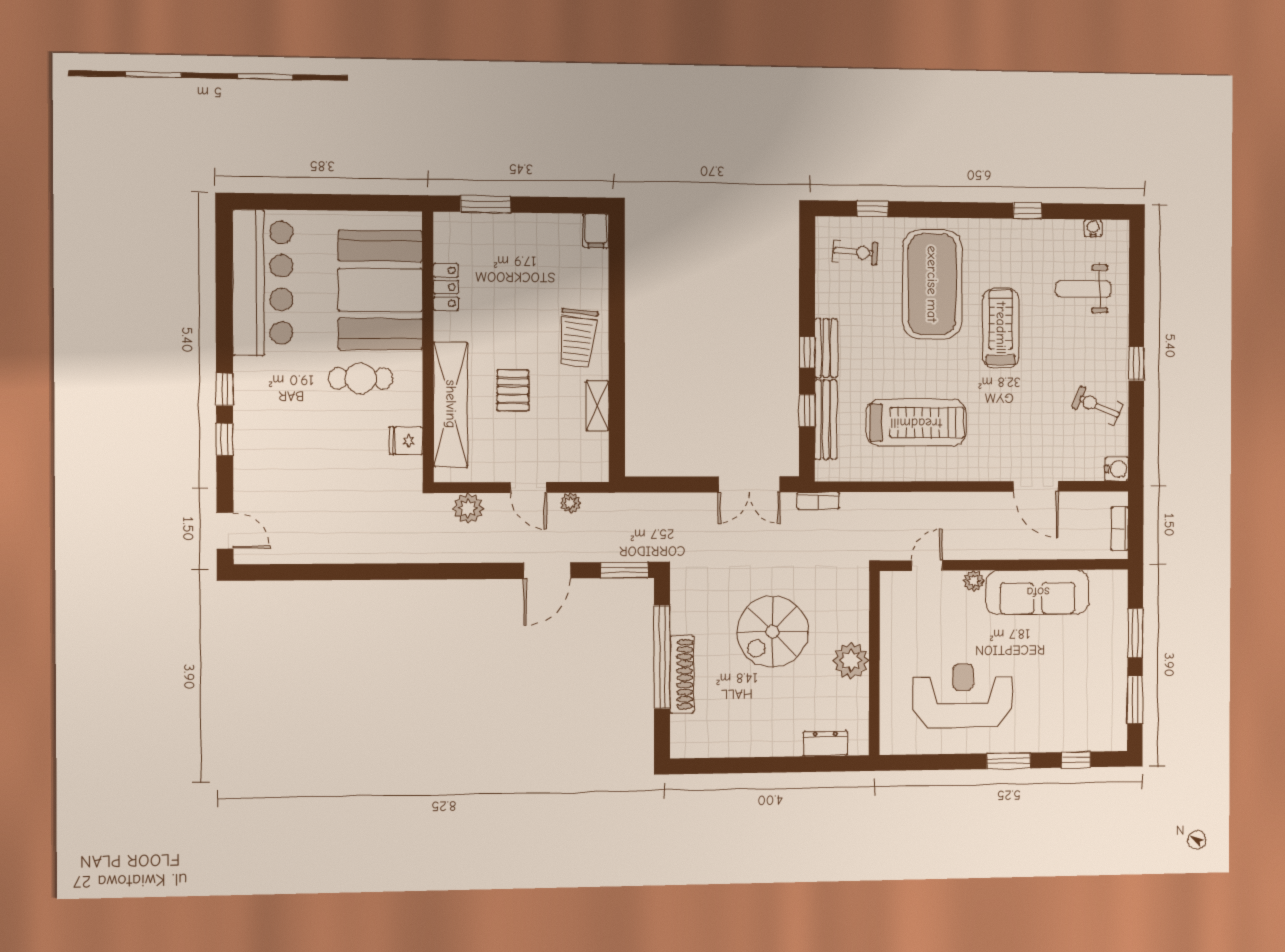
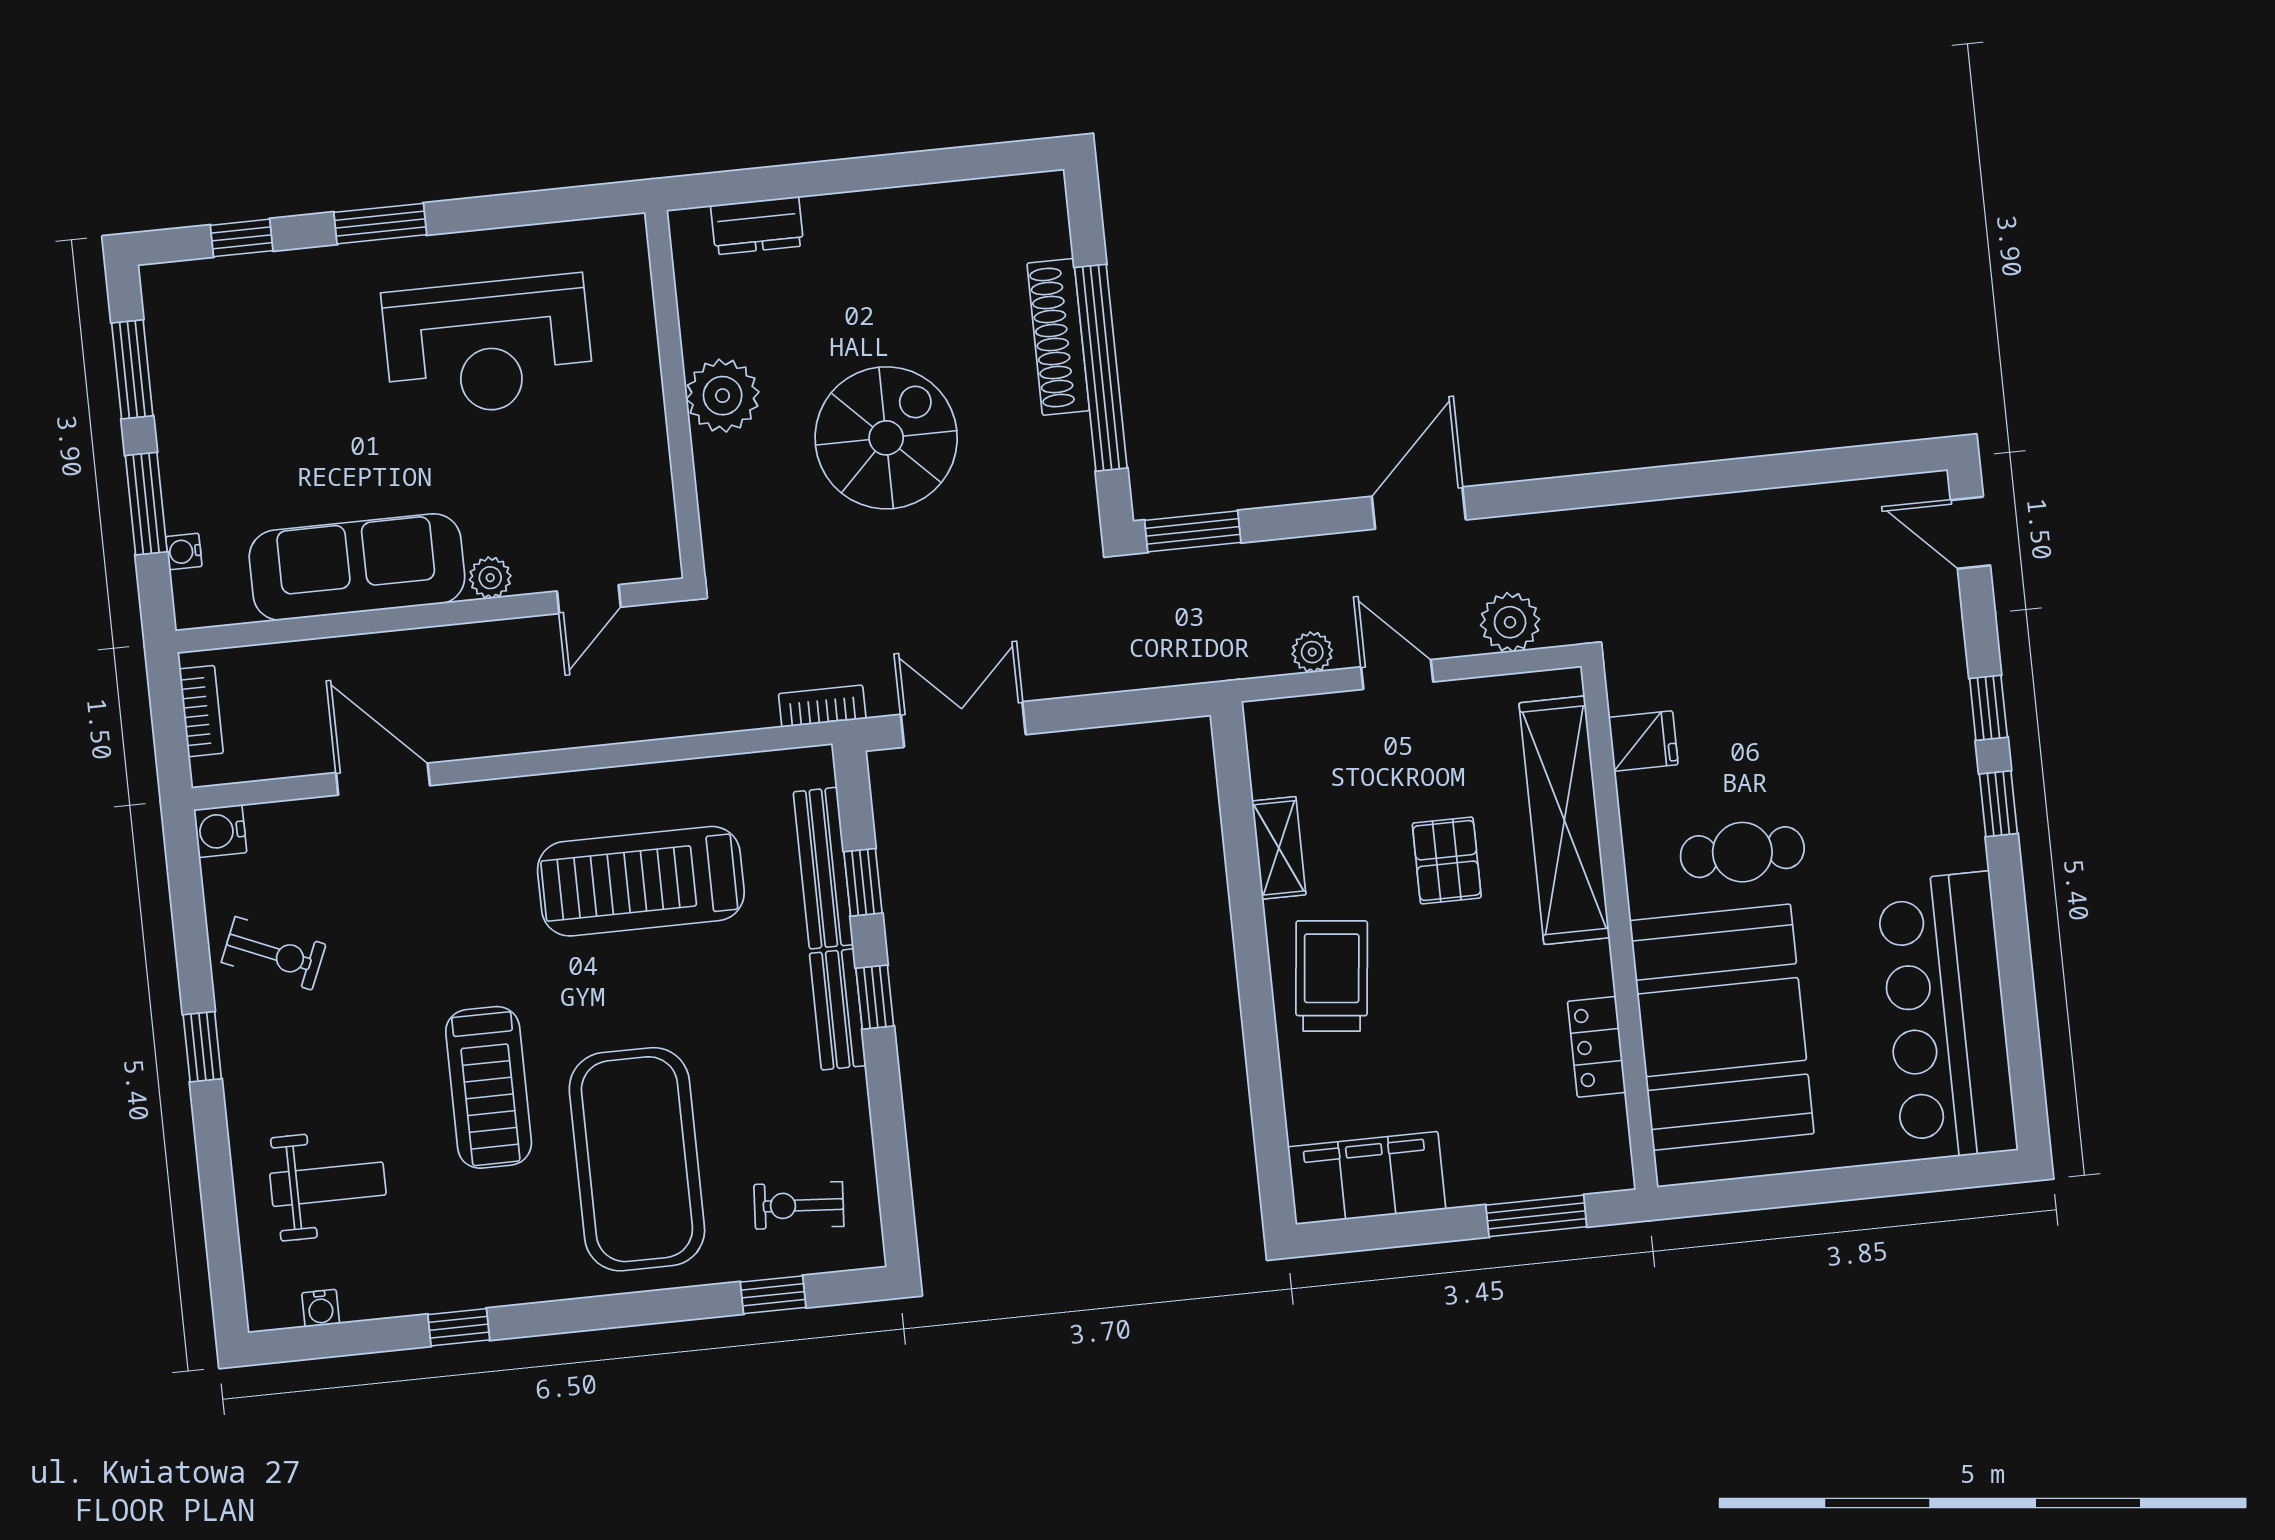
filing cabinet: (596, 231) -> (1367, 1178), width x3.00, depth x1.17
door: (547, 571) -> (1419, 508), moved
water cooler: (1120, 608) -> (184, 552), added

